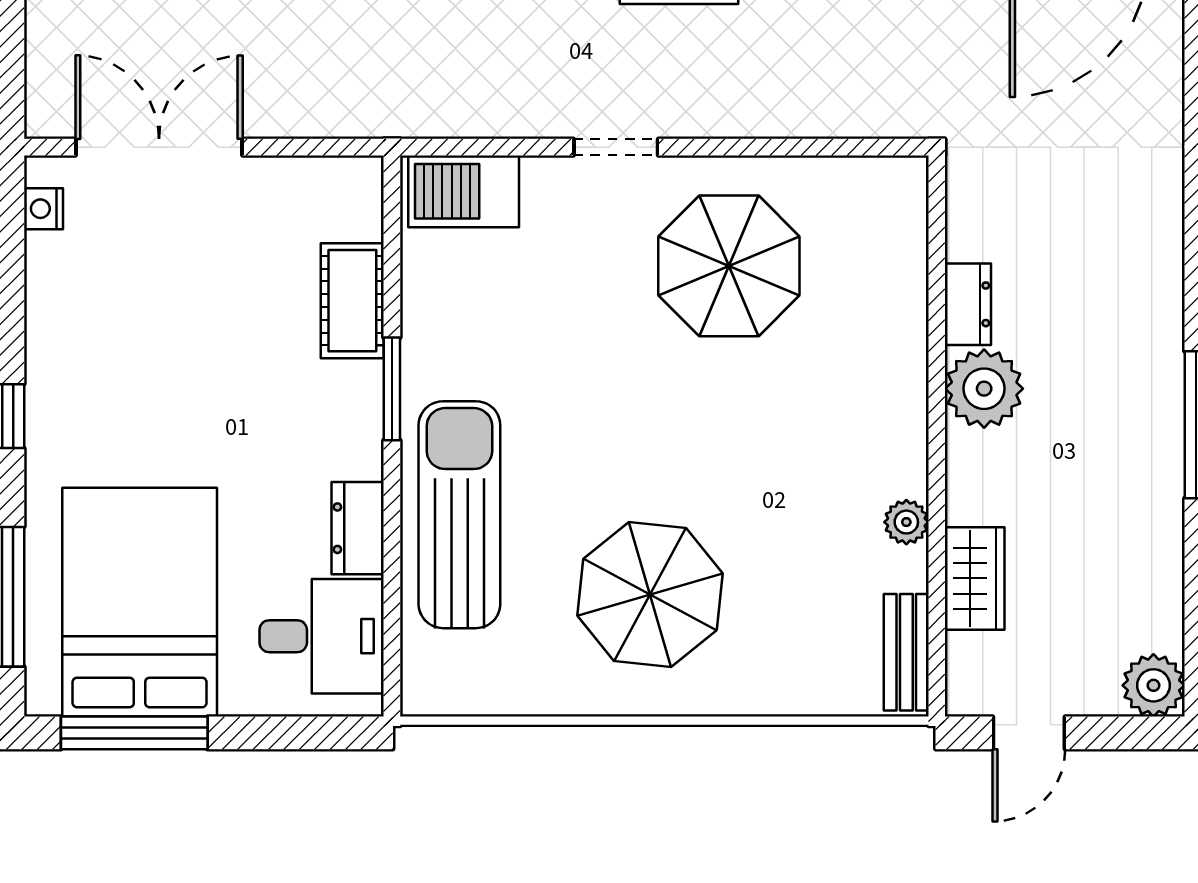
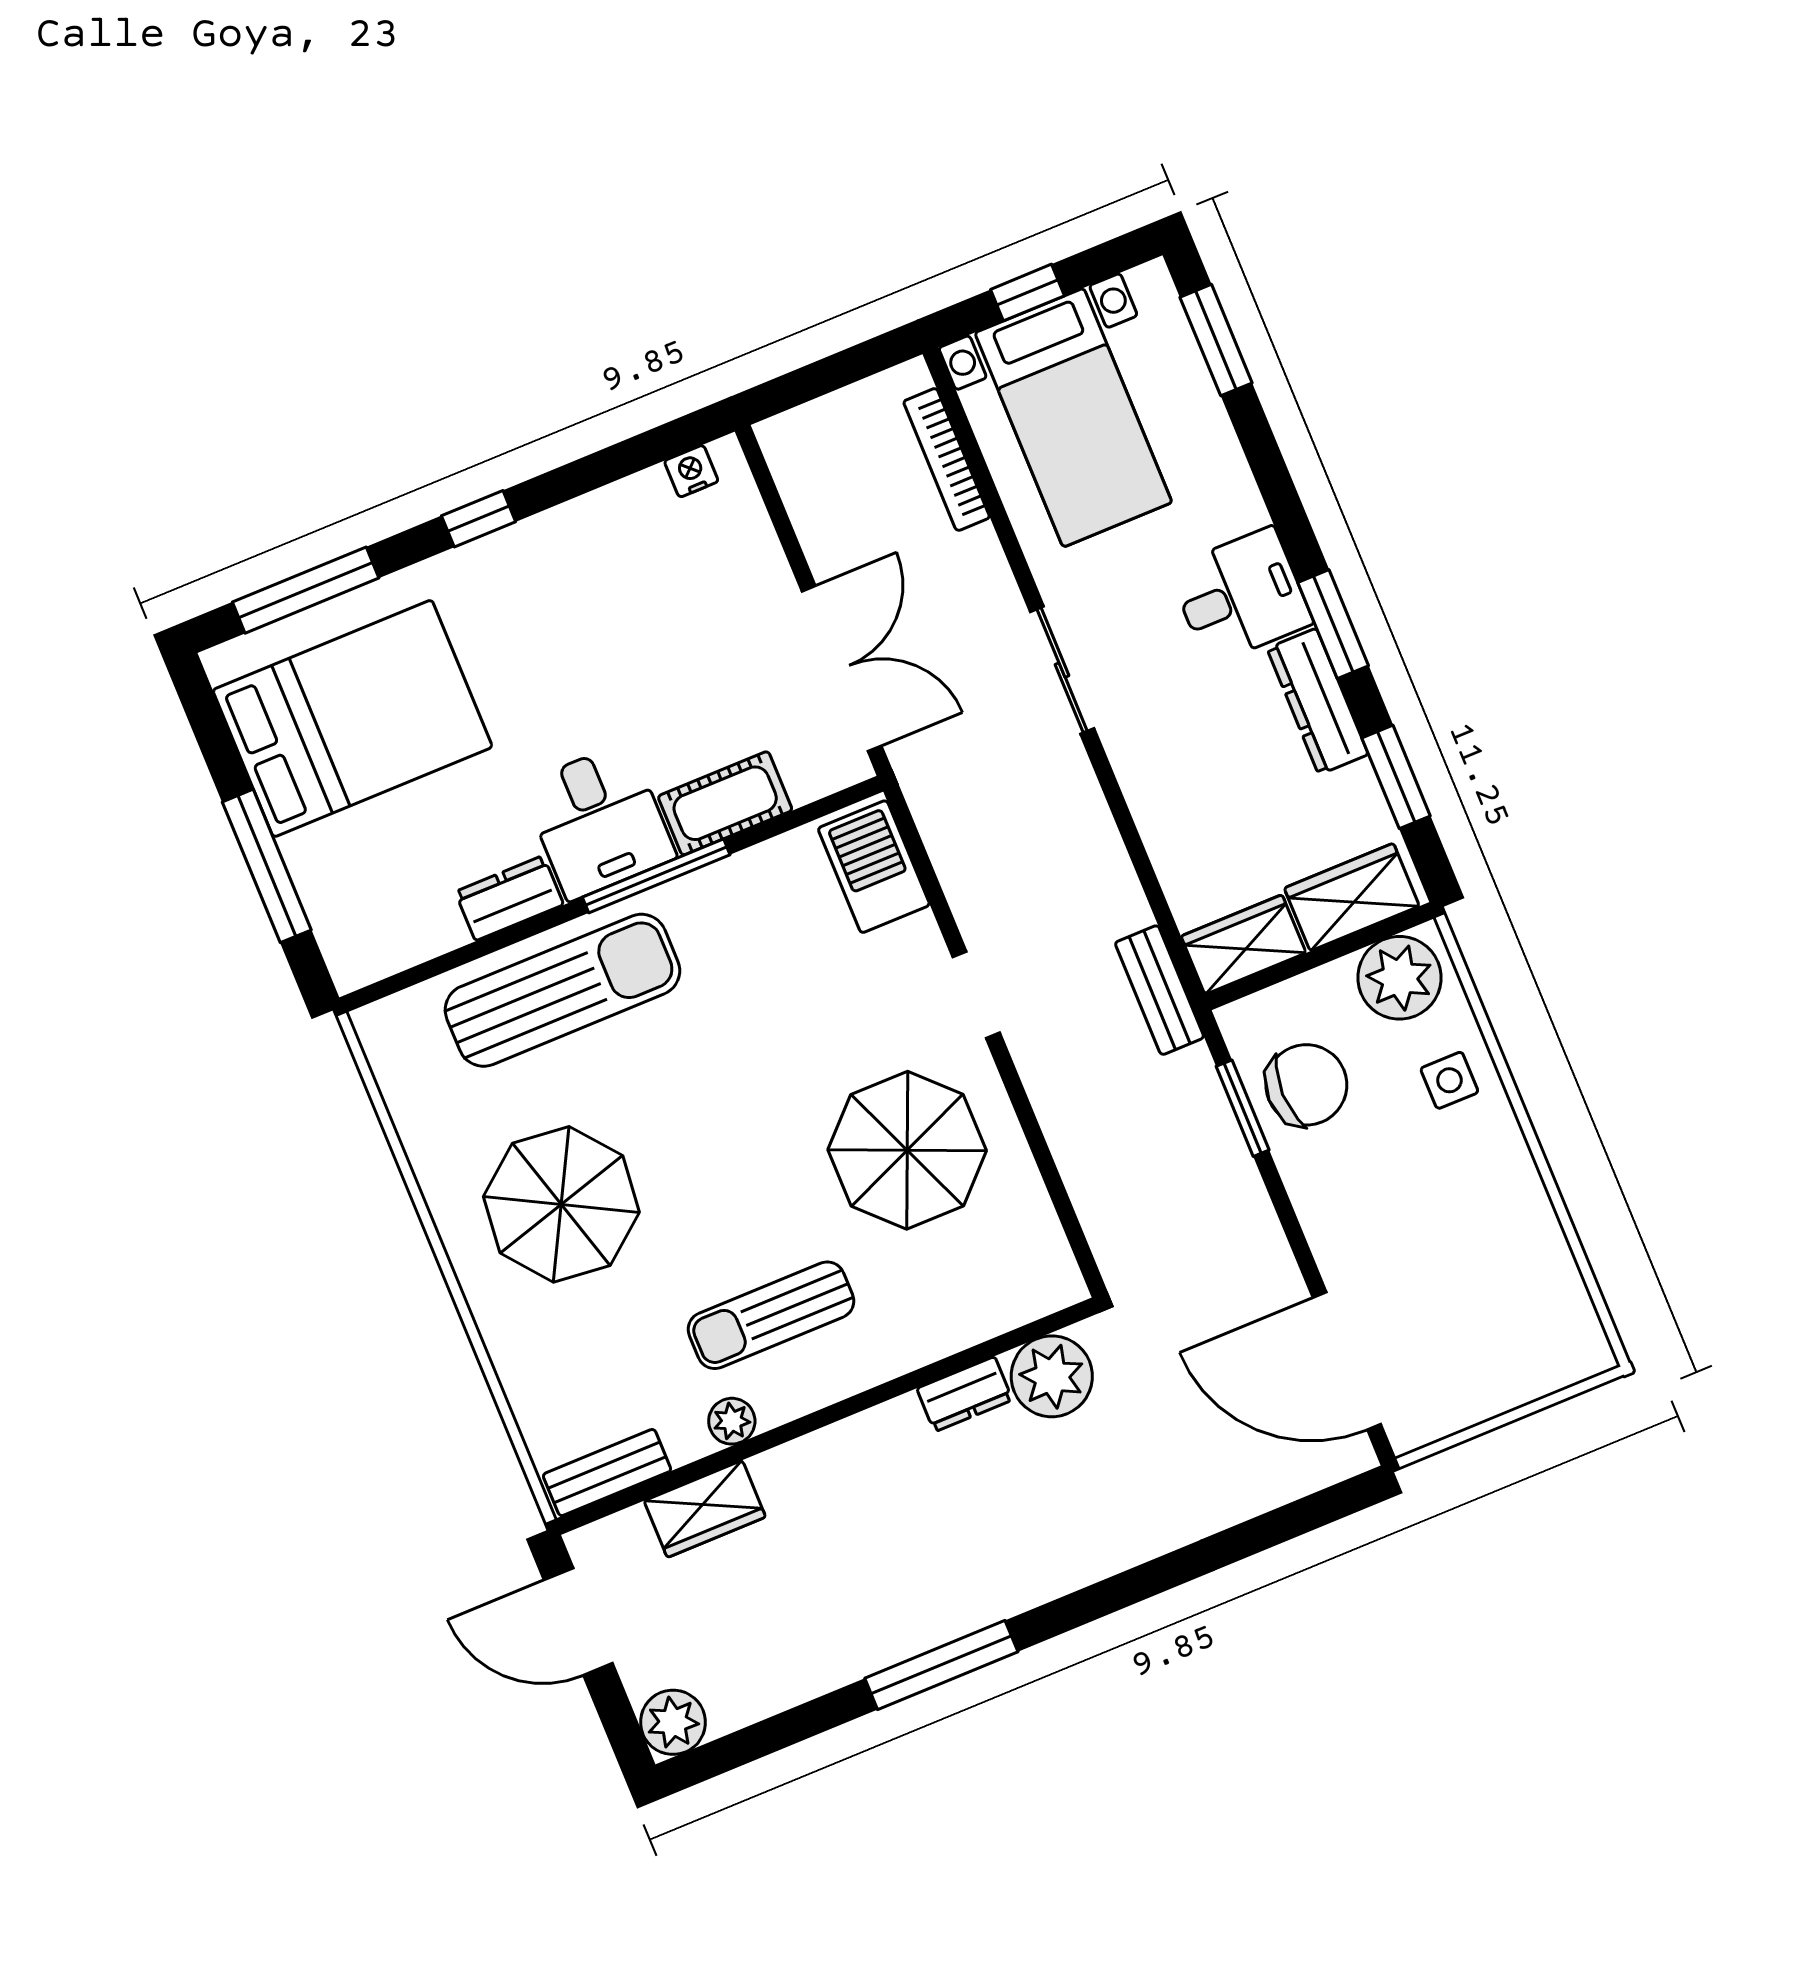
double door: (159, 147) -> (842, 668), moved
window: (392, 389) -> (656, 876), width x1.44
plant: (984, 389) -> (1052, 1376), moved
sun lounger: (826, 448) -> (771, 1315), added
desk: (322, 636) -> (599, 821), moved
window: (134, 733) -> (267, 866), moved
door: (1029, 733) -> (578, 1622), width x1.38

